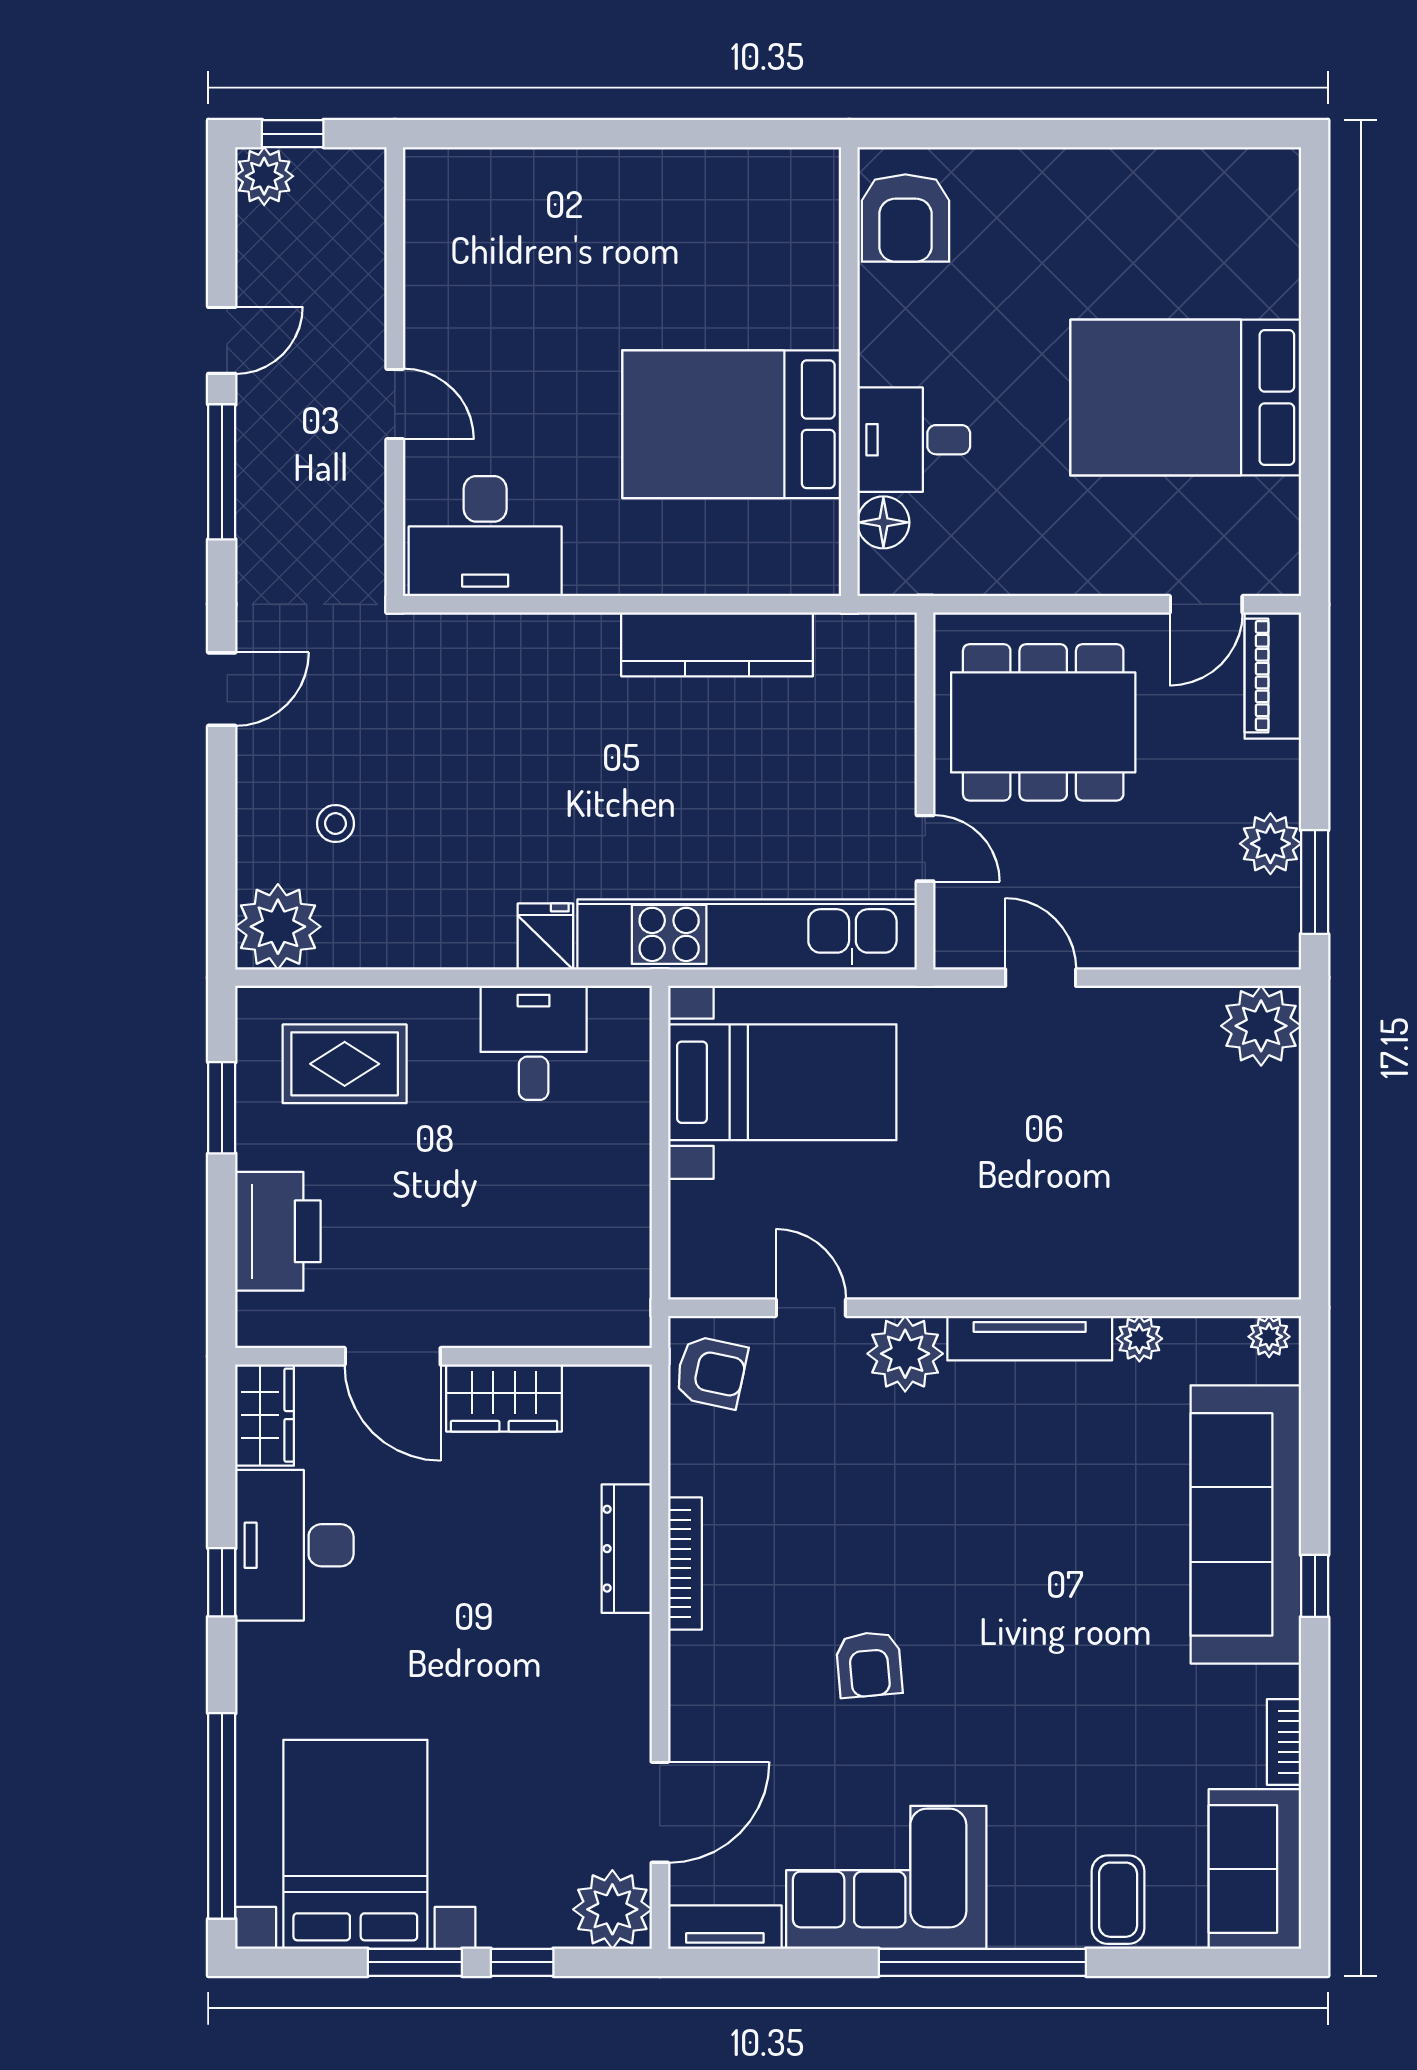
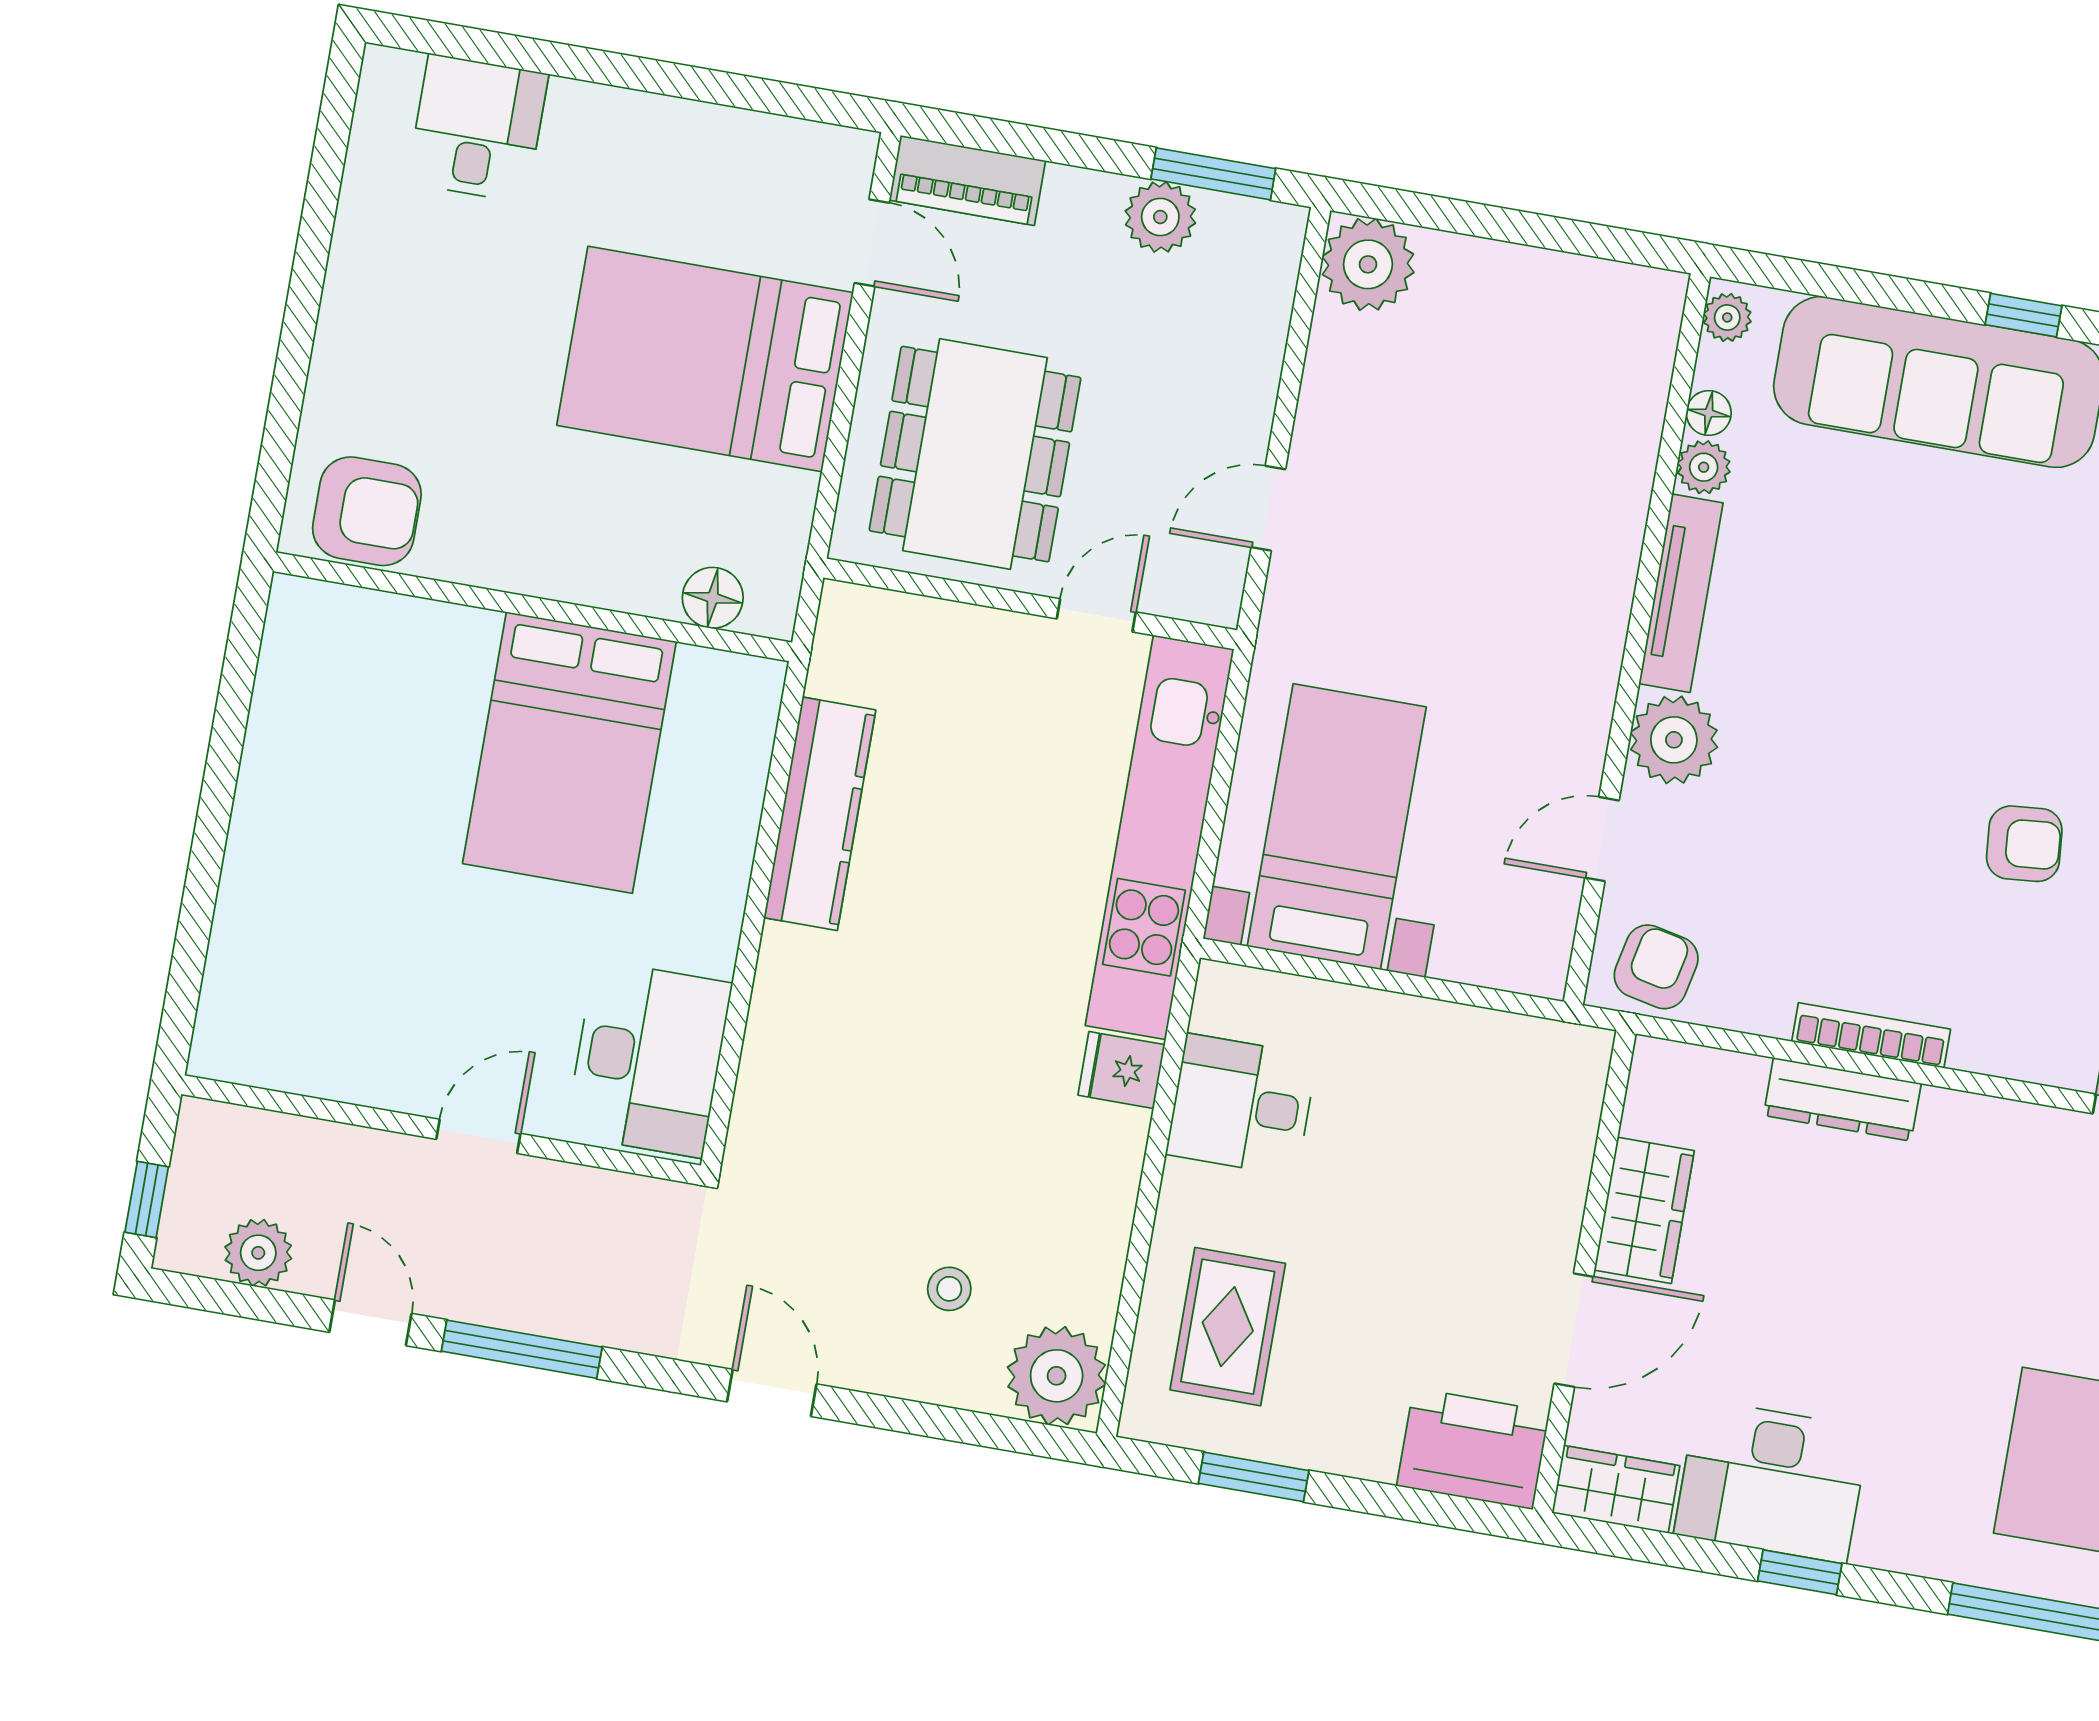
plant: (264, 176) -> (258, 1253), moved
bed: (1186, 398) -> (705, 359), moved, turned 90
desk: (914, 440) -> (478, 128), moved, turned 180
printer: (278, 1231) -> (1473, 1449), moved
floor lamp: (1186, 1335) -> (1709, 413), added

